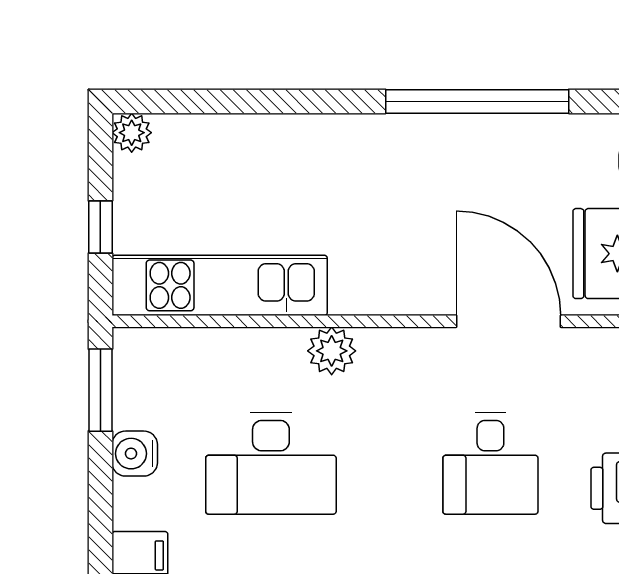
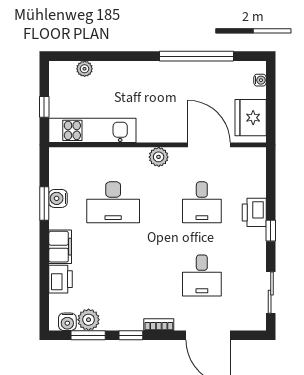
plant: (132, 133) -> (85, 69), moved
plant: (332, 351) -> (159, 157), moved
window: (100, 390) -> (44, 204), moved

